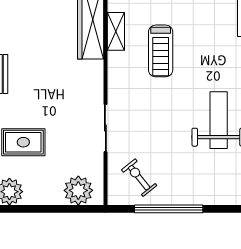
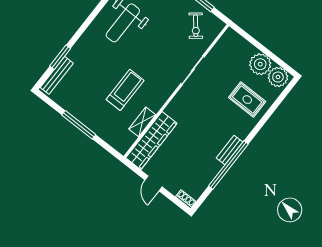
plant: (78, 190) -> (260, 64), moved

